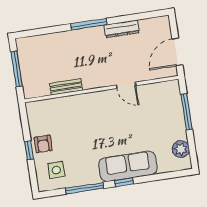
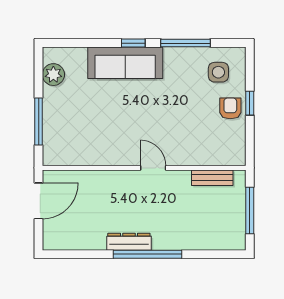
window: (89, 24) -> (148, 254), width x1.46
dresser: (122, 29) -> (129, 242), moved
door: (126, 85) -> (153, 168), moved
bench: (66, 87) -> (212, 178), moved

